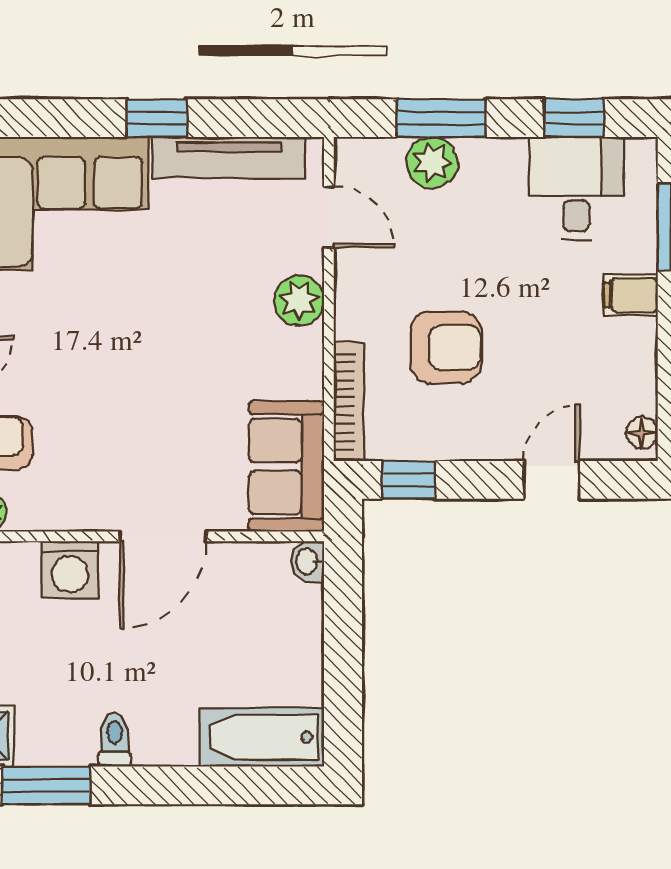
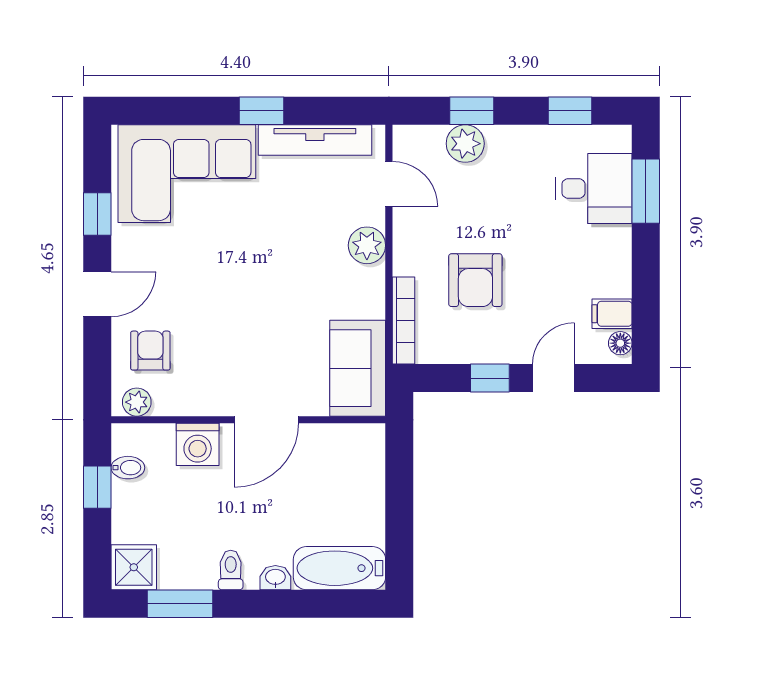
window: (441, 118) -> (472, 111), width x0.67
desk: (577, 188) -> (594, 188), moved, turned 90
filing cabinet: (631, 295) -> (612, 314), moved
armchair: (446, 347) -> (475, 280), turned 90
window: (409, 480) -> (490, 378), moved
washbasin: (308, 562) -> (275, 578), moved, turned 90

